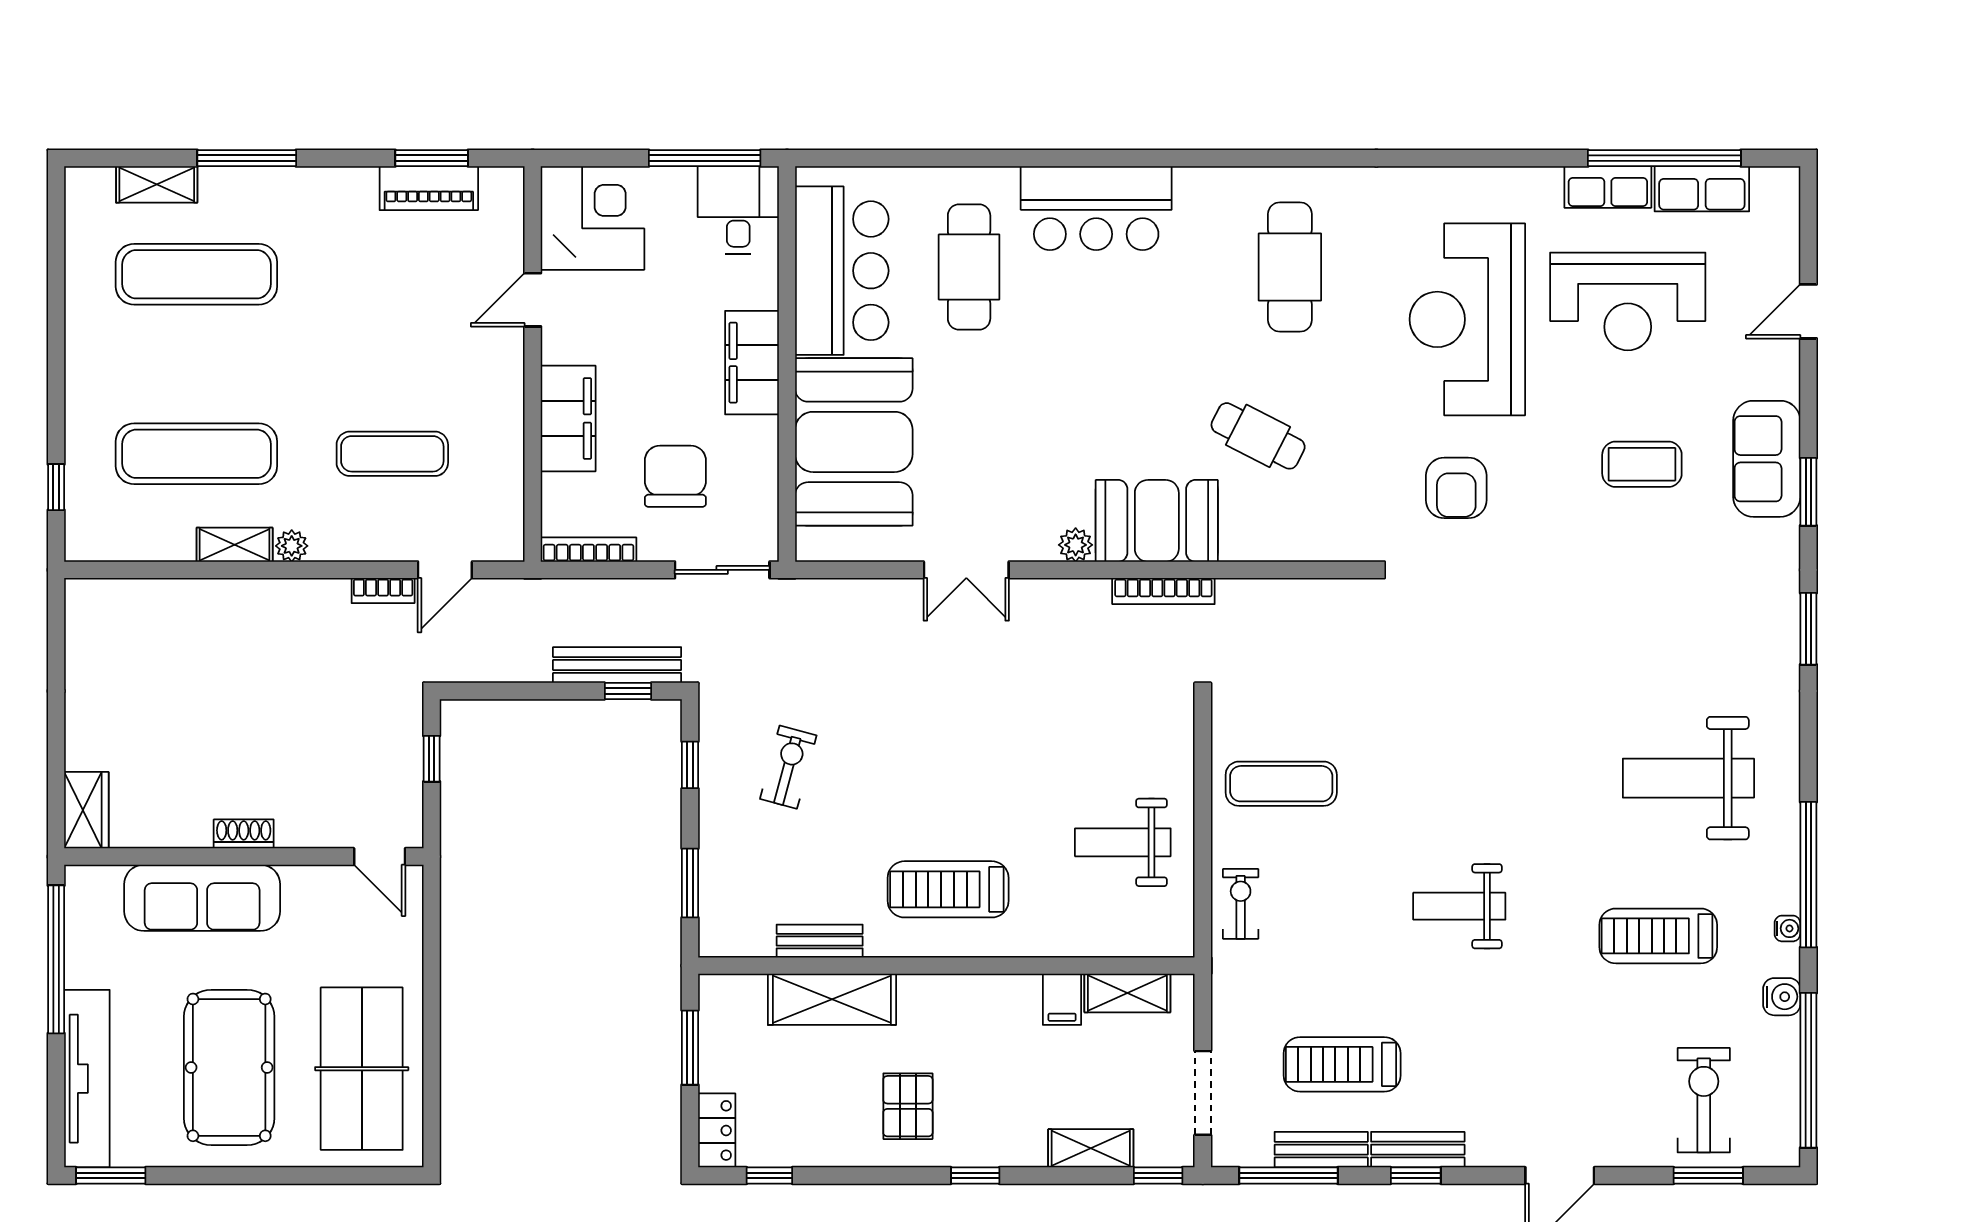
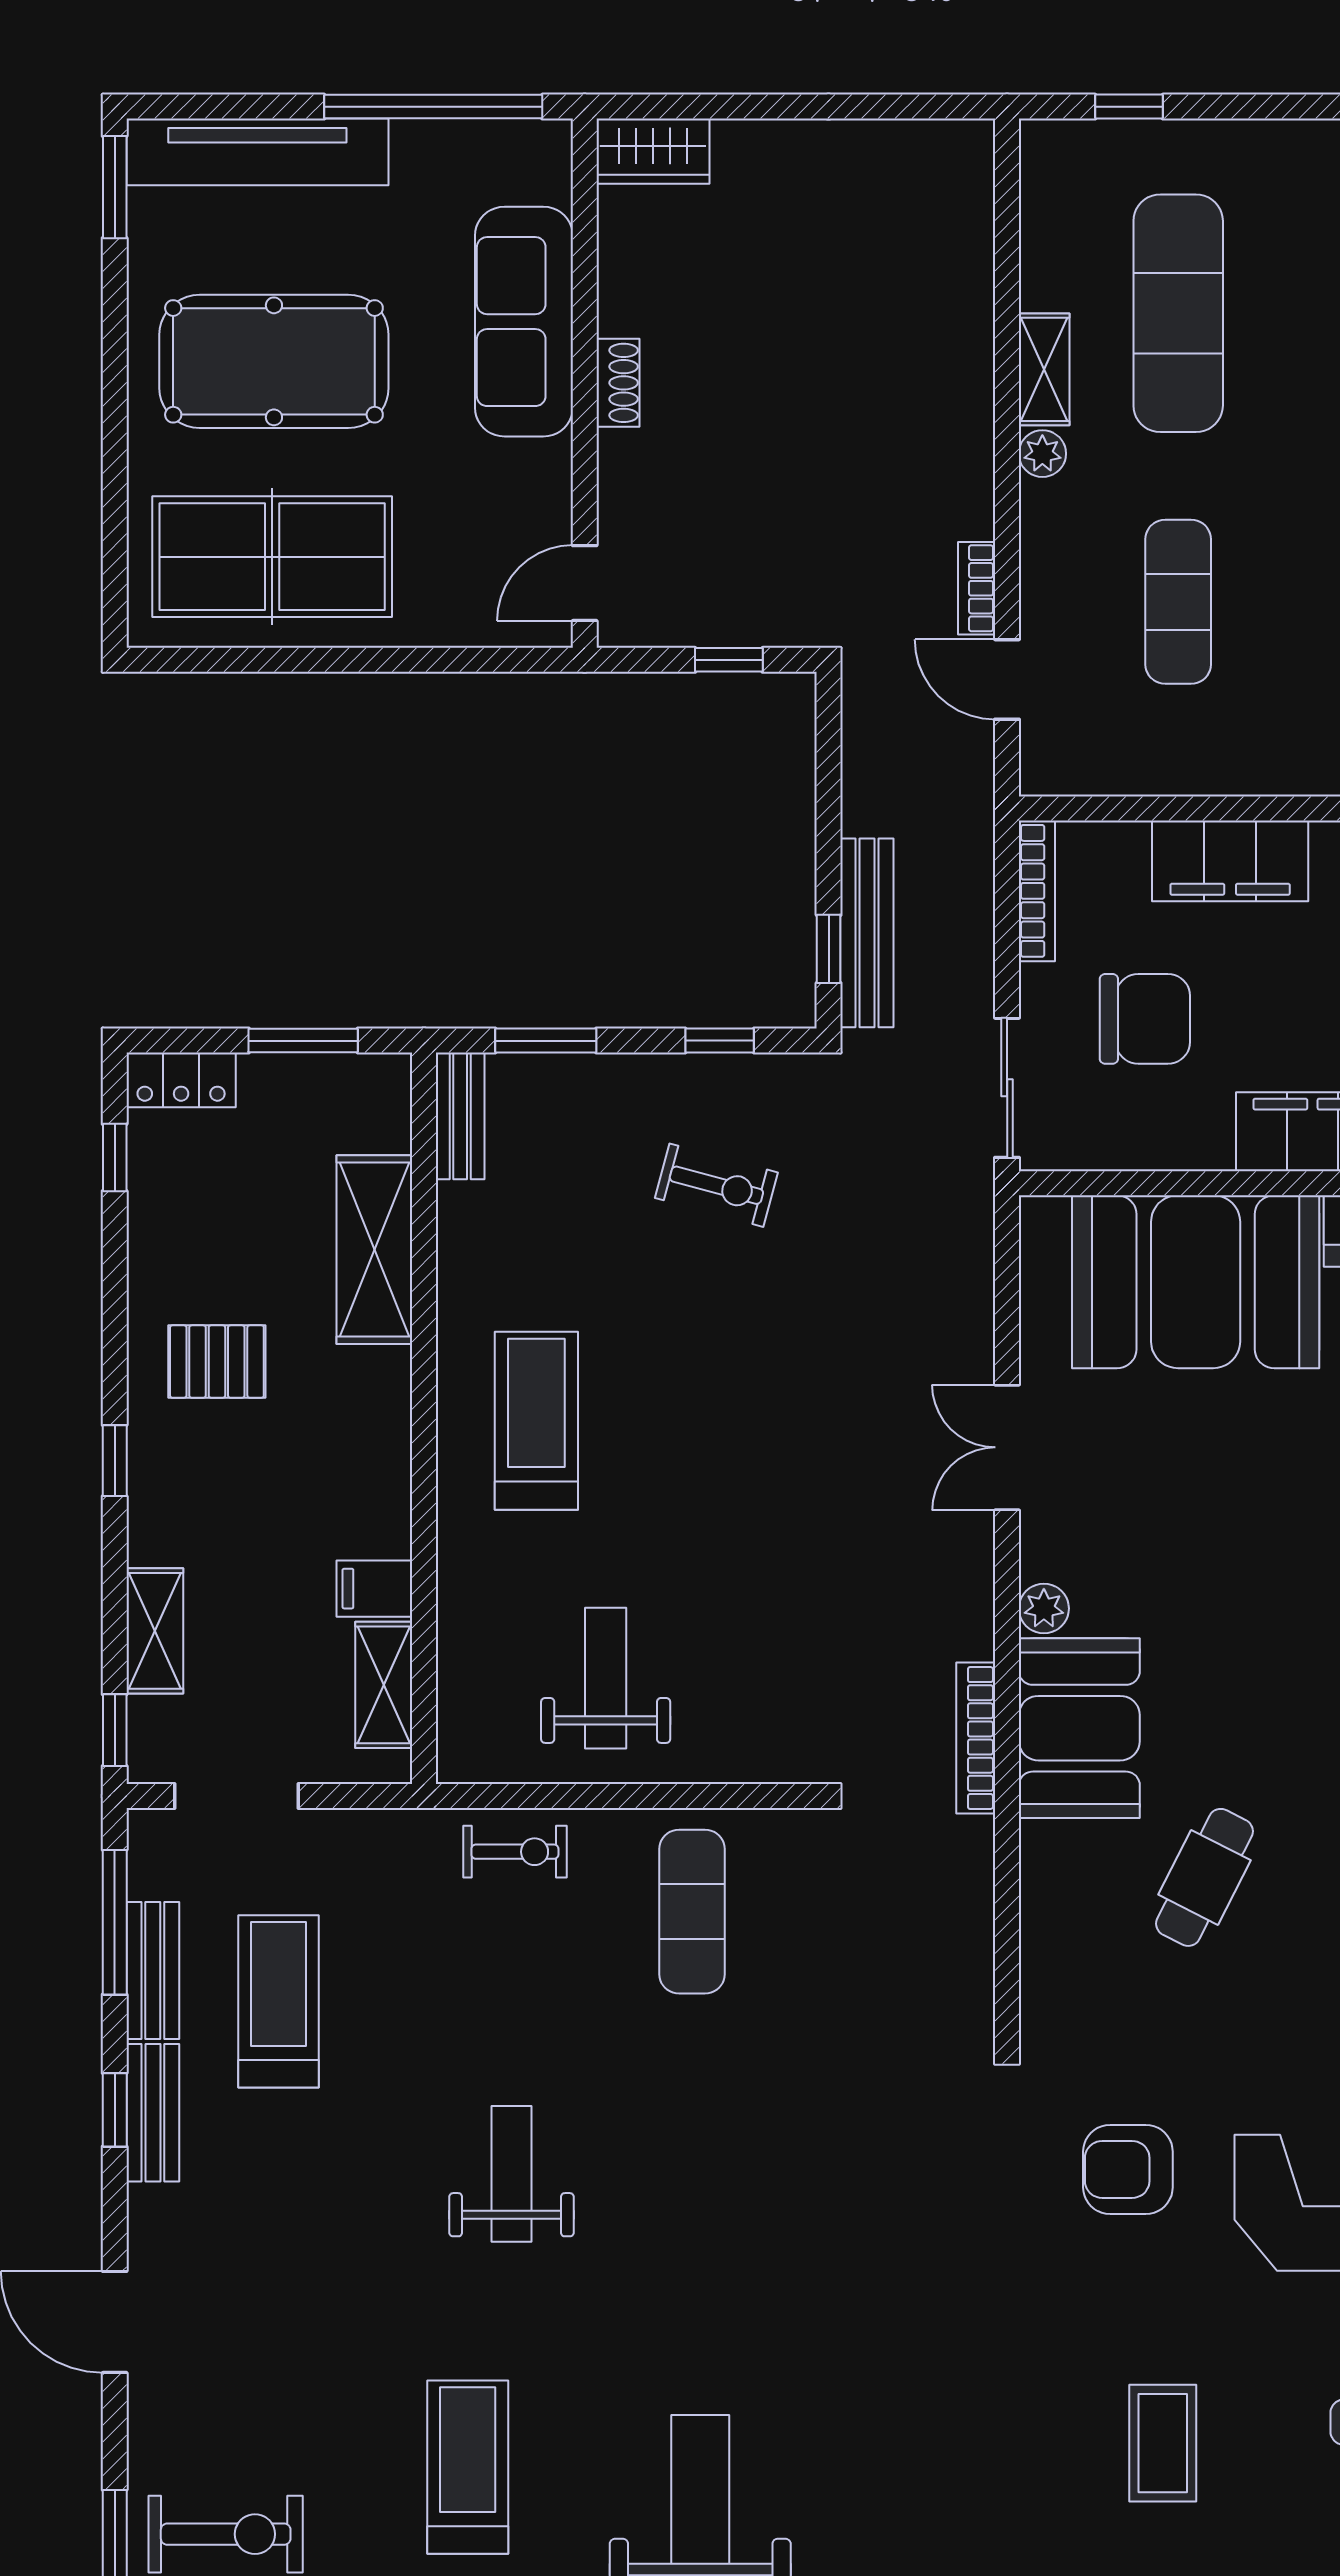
bench: (820, 941) -> (460, 1116), moved

